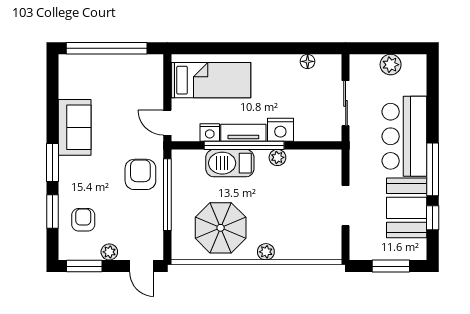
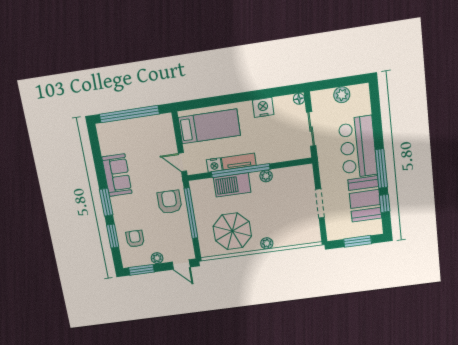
floor lamp: (308, 61) -> (299, 99), moved
nightstand: (280, 130) -> (263, 107), moved, turned 180

